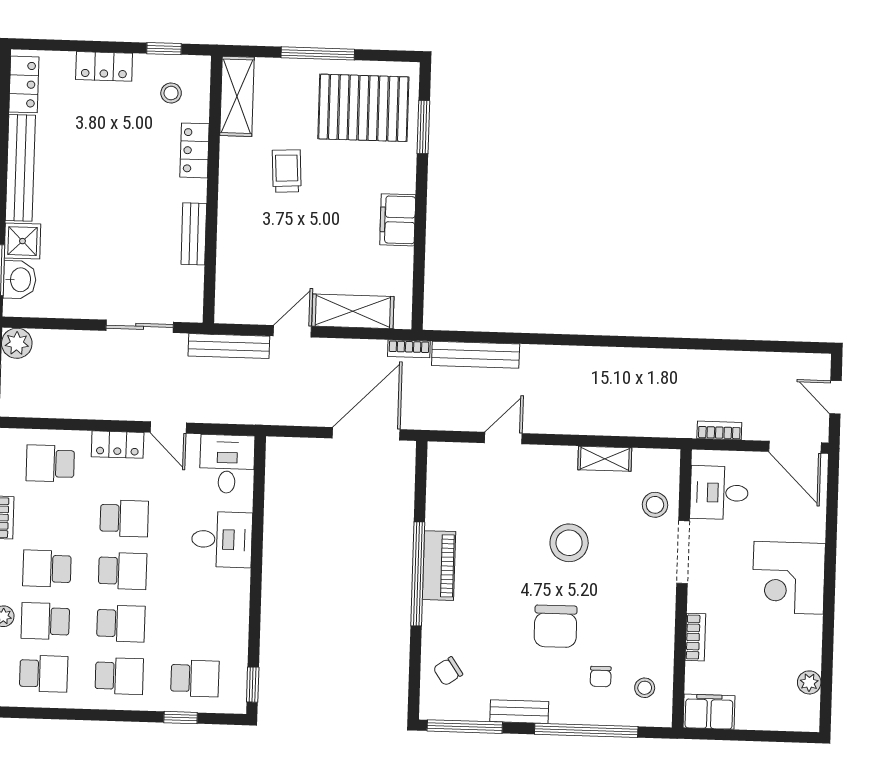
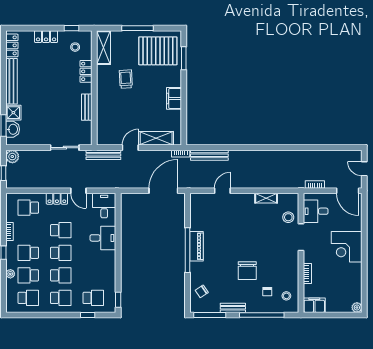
stool: (569, 543) -> (252, 235), removed
plant: (809, 682) -> (357, 308), moved

